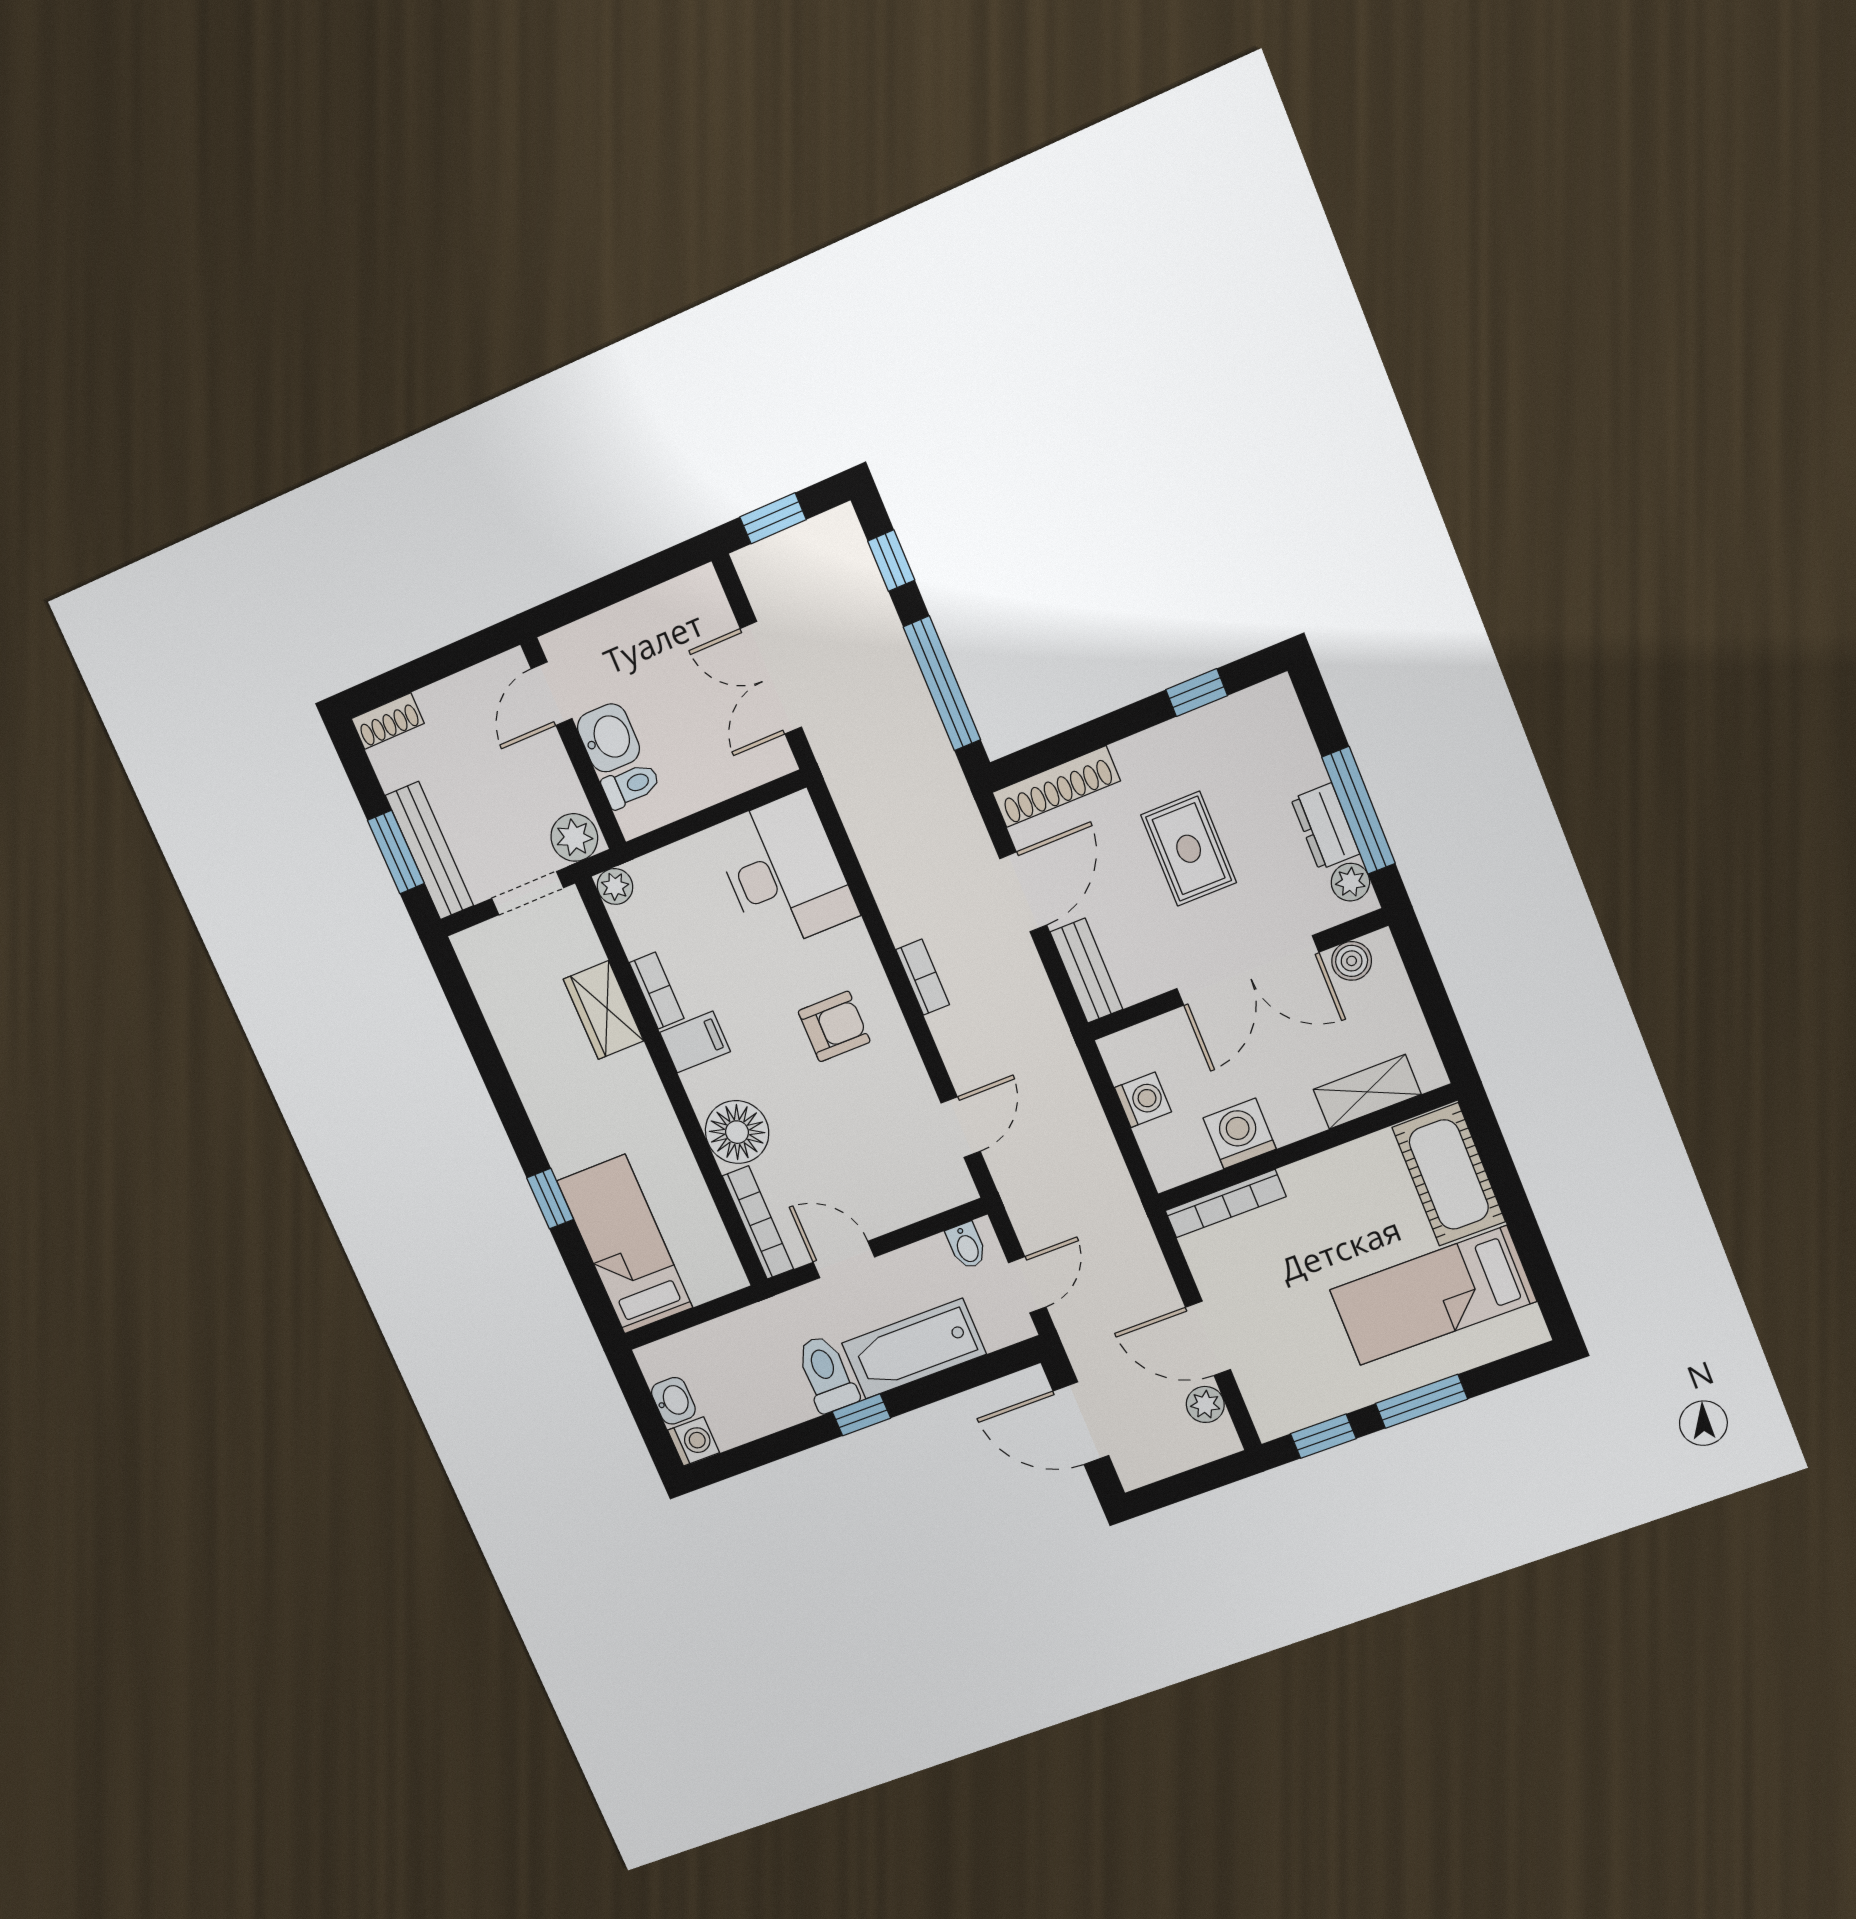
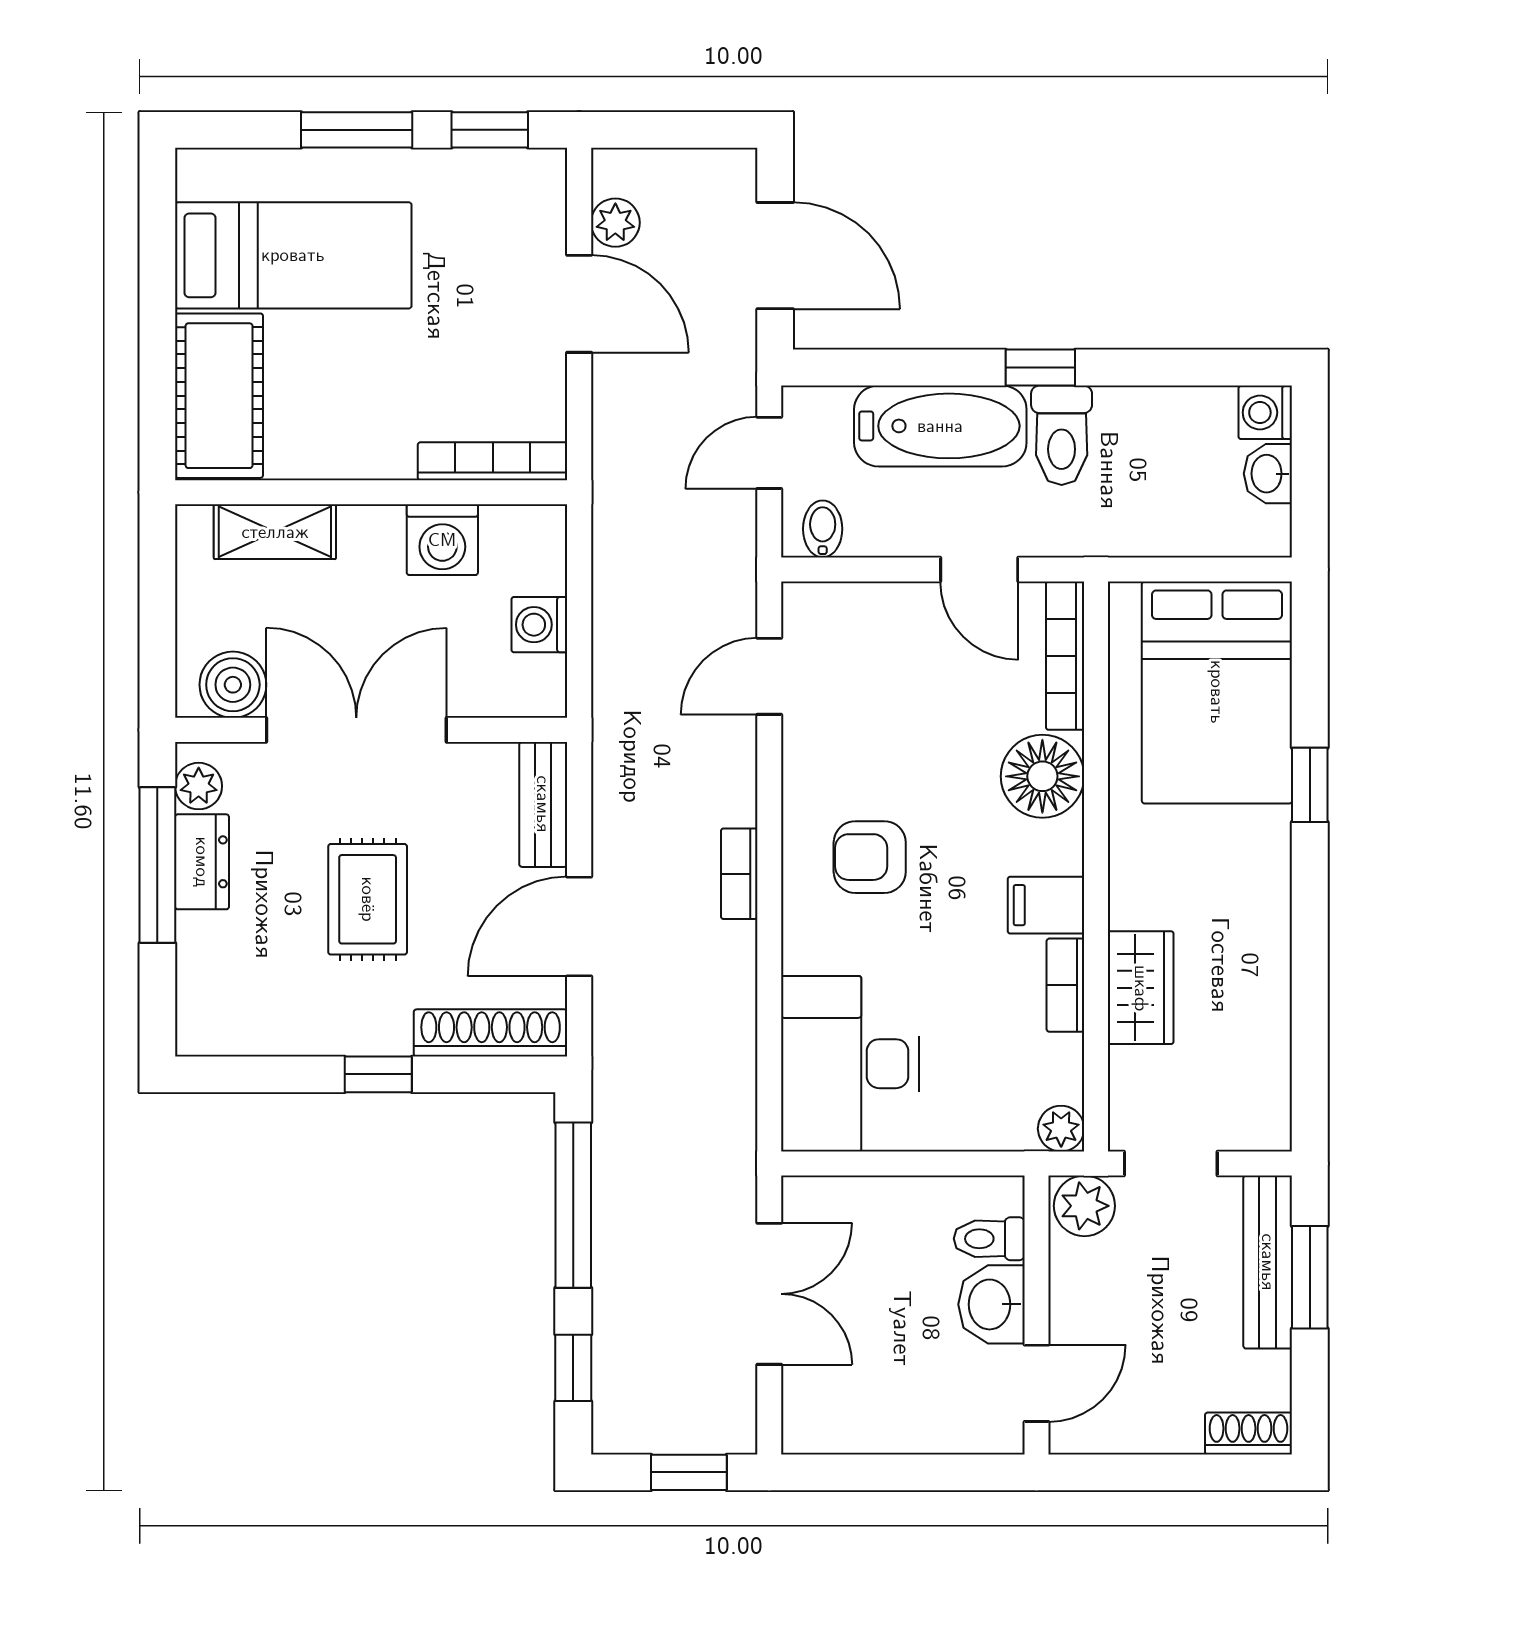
window: (1197, 693) -> (378, 1074), moved
boiler: (1352, 961) -> (233, 685), width x1.36, depth x1.36
bed: (625, 1244) -> (1217, 692), width x1.50

